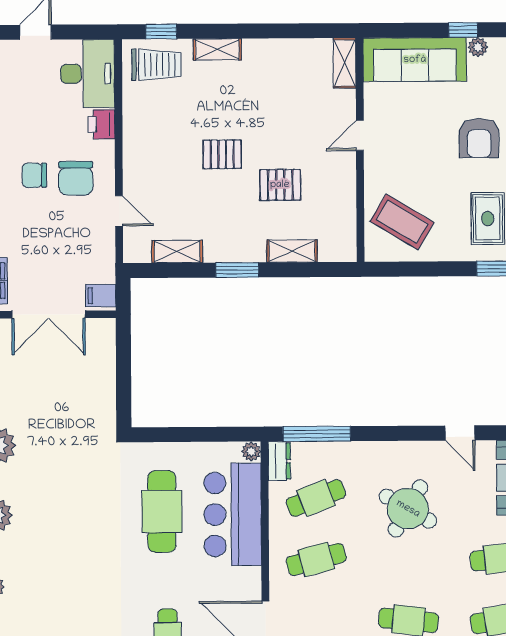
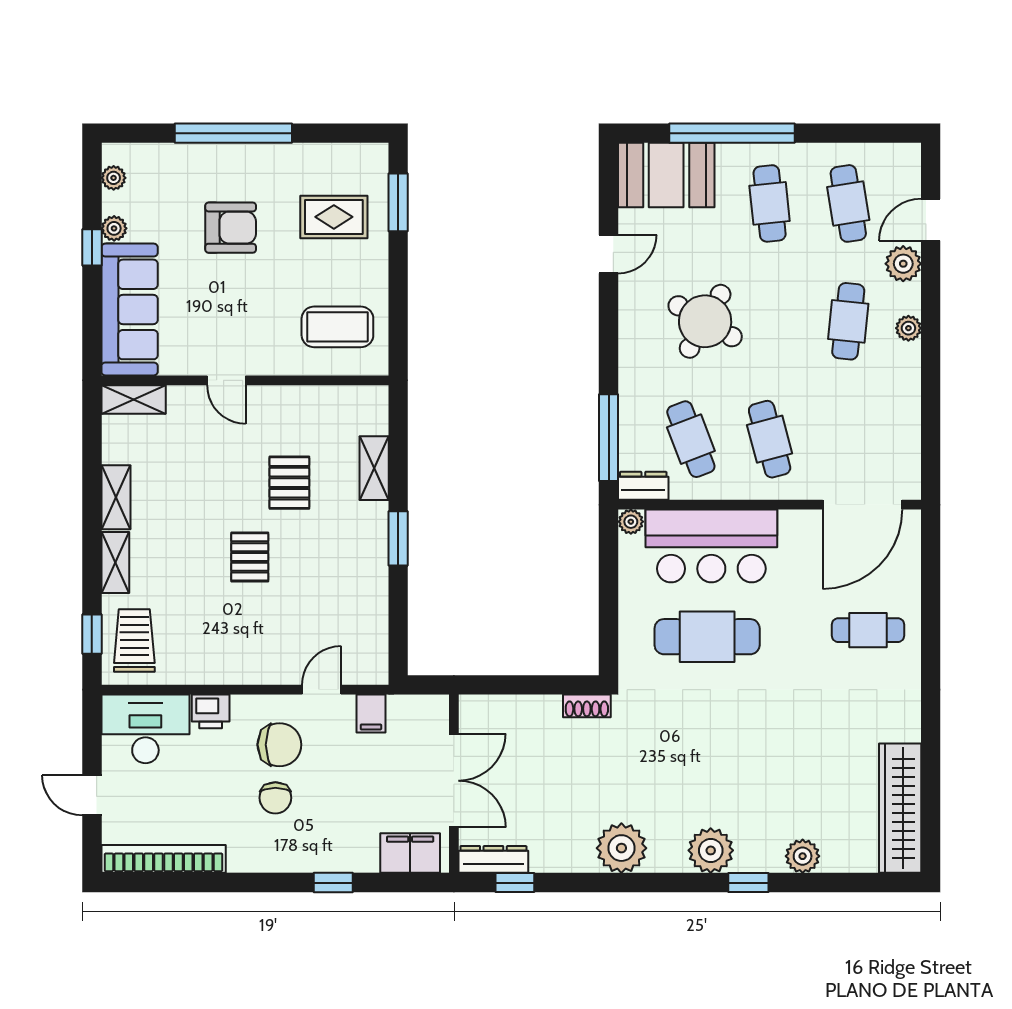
coffee table: (402, 222) -> (337, 327), turned 59
shelving: (177, 252) -> (116, 497), moved
filing cabinet: (101, 296) -> (371, 714), moved
shoe rack: (107, 418) -> (587, 706), added

